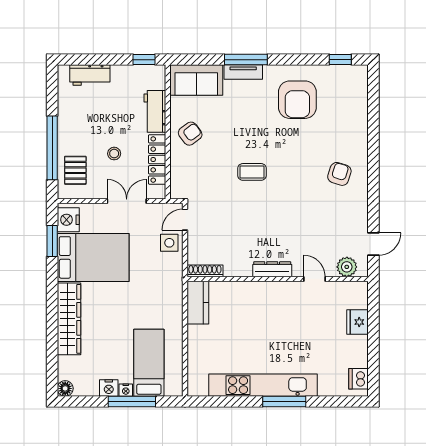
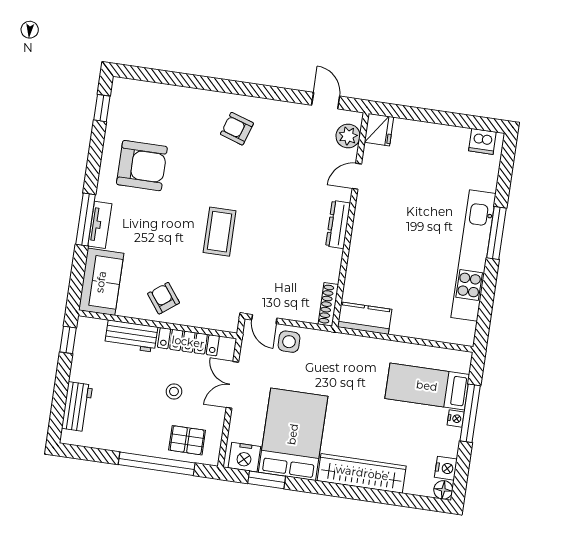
coffee table: (252, 172) -> (220, 232), width x1.36, depth x1.30
fridge: (357, 322) -> (379, 130), moved, turned -90
nightstand: (109, 388) -> (446, 468), moved

